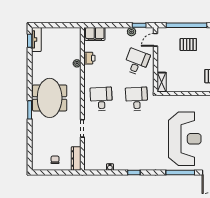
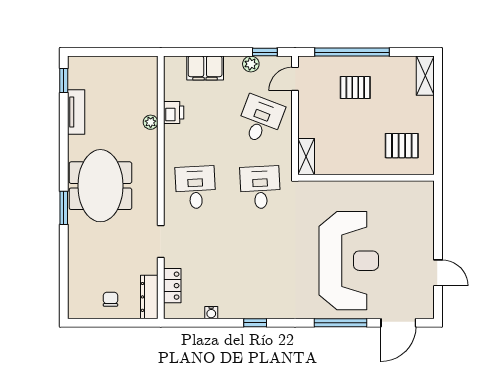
filing cabinet: (95, 34) -> (205, 68), moved
tv unit: (36, 39) -> (76, 112), moved
locker: (89, 152) -> (172, 286), added

